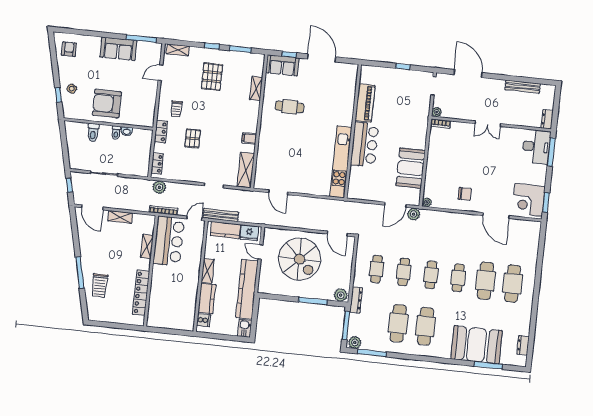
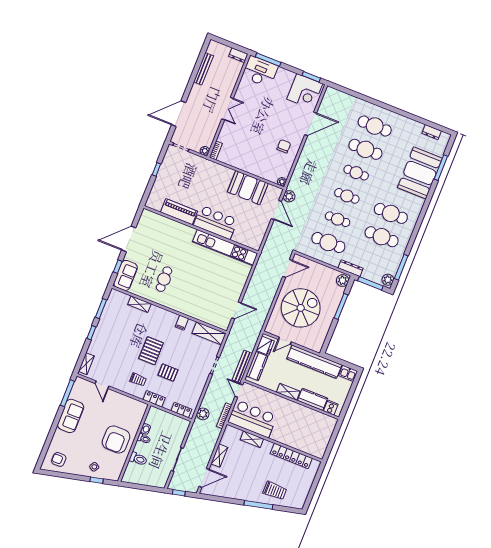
pallet: (212, 77) -> (151, 351), moved, turned 90
cafe table: (376, 269) -> (328, 242), width x1.37, depth x1.35

